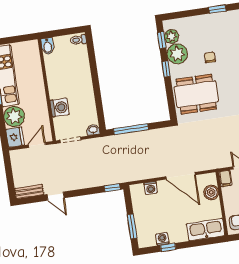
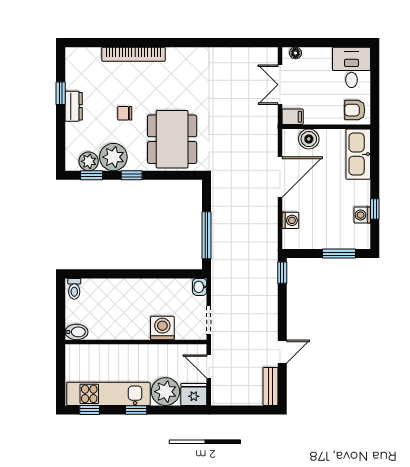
dresser: (210, 20) -> (74, 106), added

